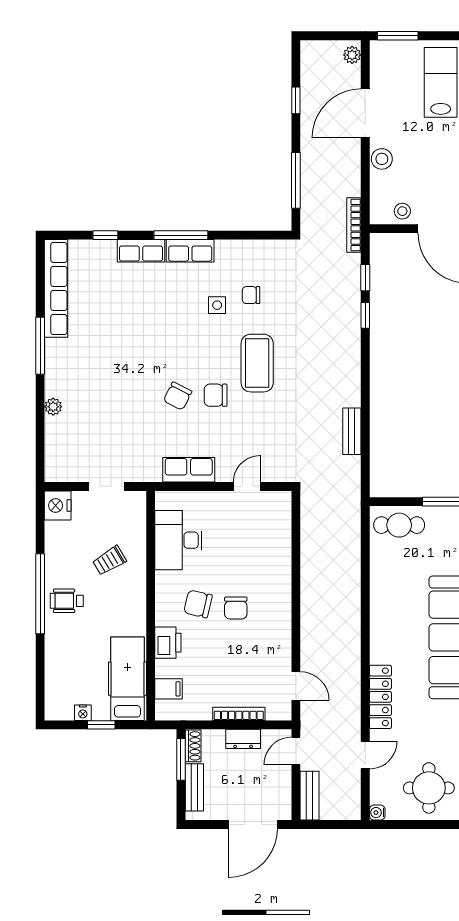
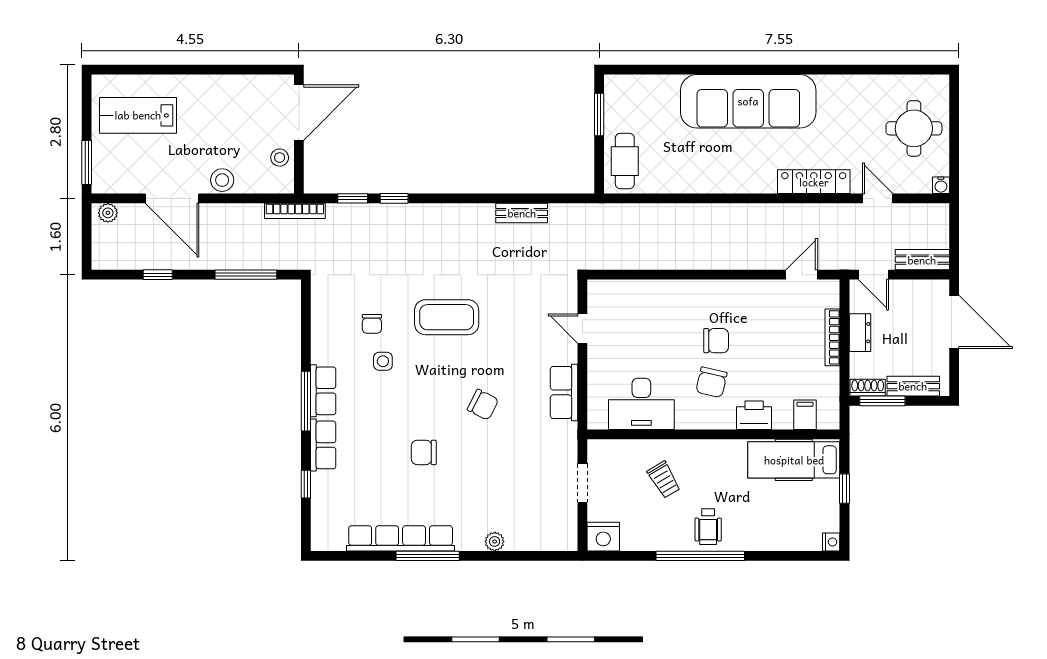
row of seats: (56, 288) -> (401, 538), moved
chair: (216, 395) -> (424, 452), moved, turned 90
nightstand: (83, 713) -> (831, 542), moved

